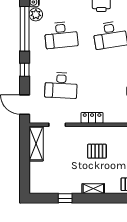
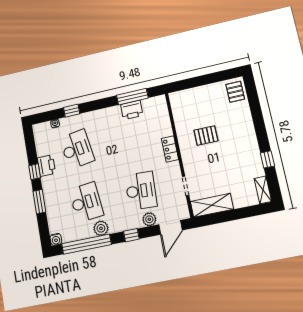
plant: (36, 14) -> (101, 228), moved
plant: (35, 88) -> (149, 219), added
pallet: (97, 151) -> (206, 136), turned 90
shelving: (93, 189) -> (263, 190), moved

